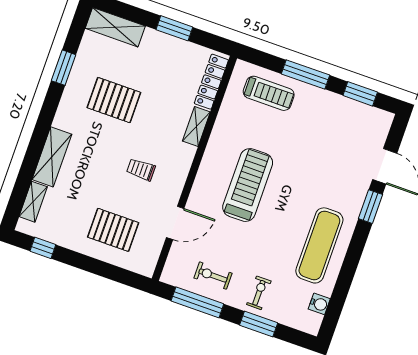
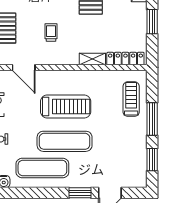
treadmill: (269, 93) -> (131, 99), turned 180
exercise mat: (294, 203) -> (65, 141), added

